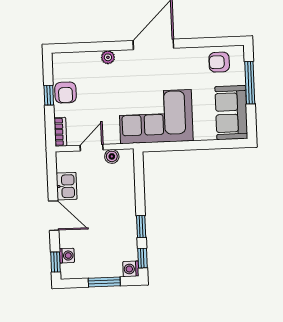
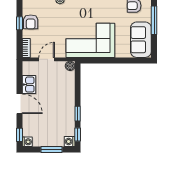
boiler: (112, 156) -> (70, 66), moved
washing machine: (67, 256) -> (27, 142), moved

